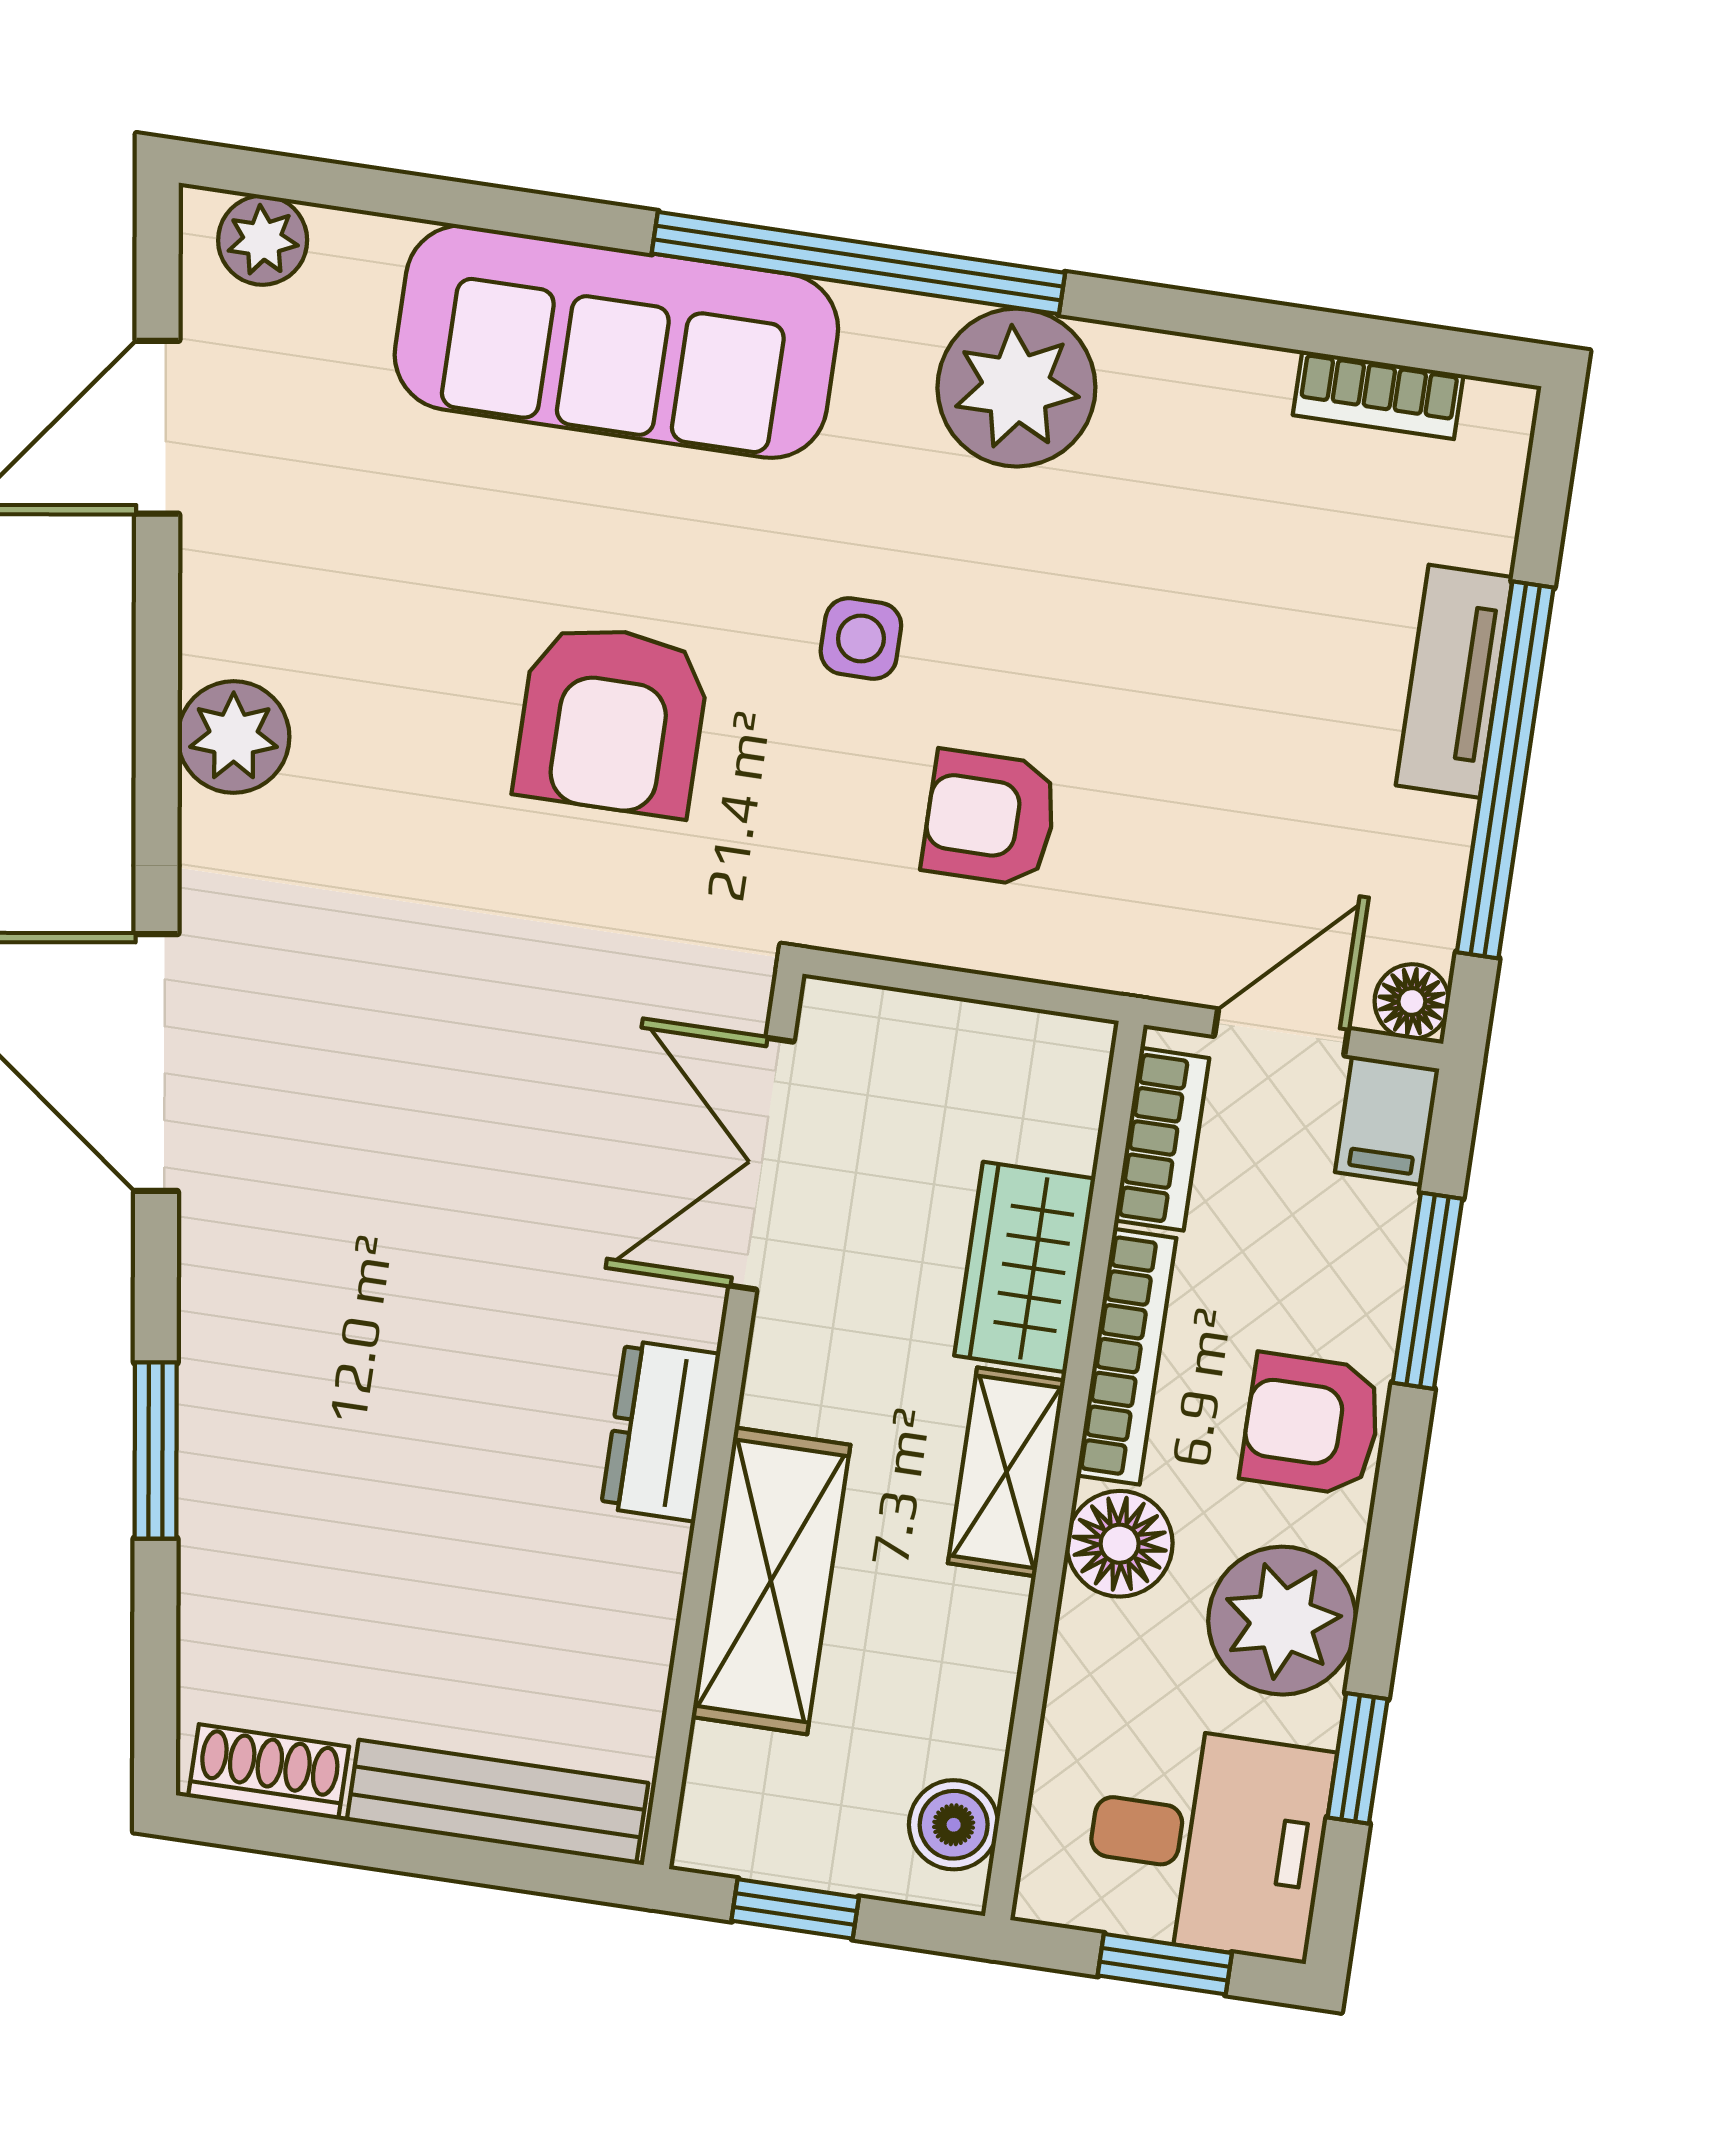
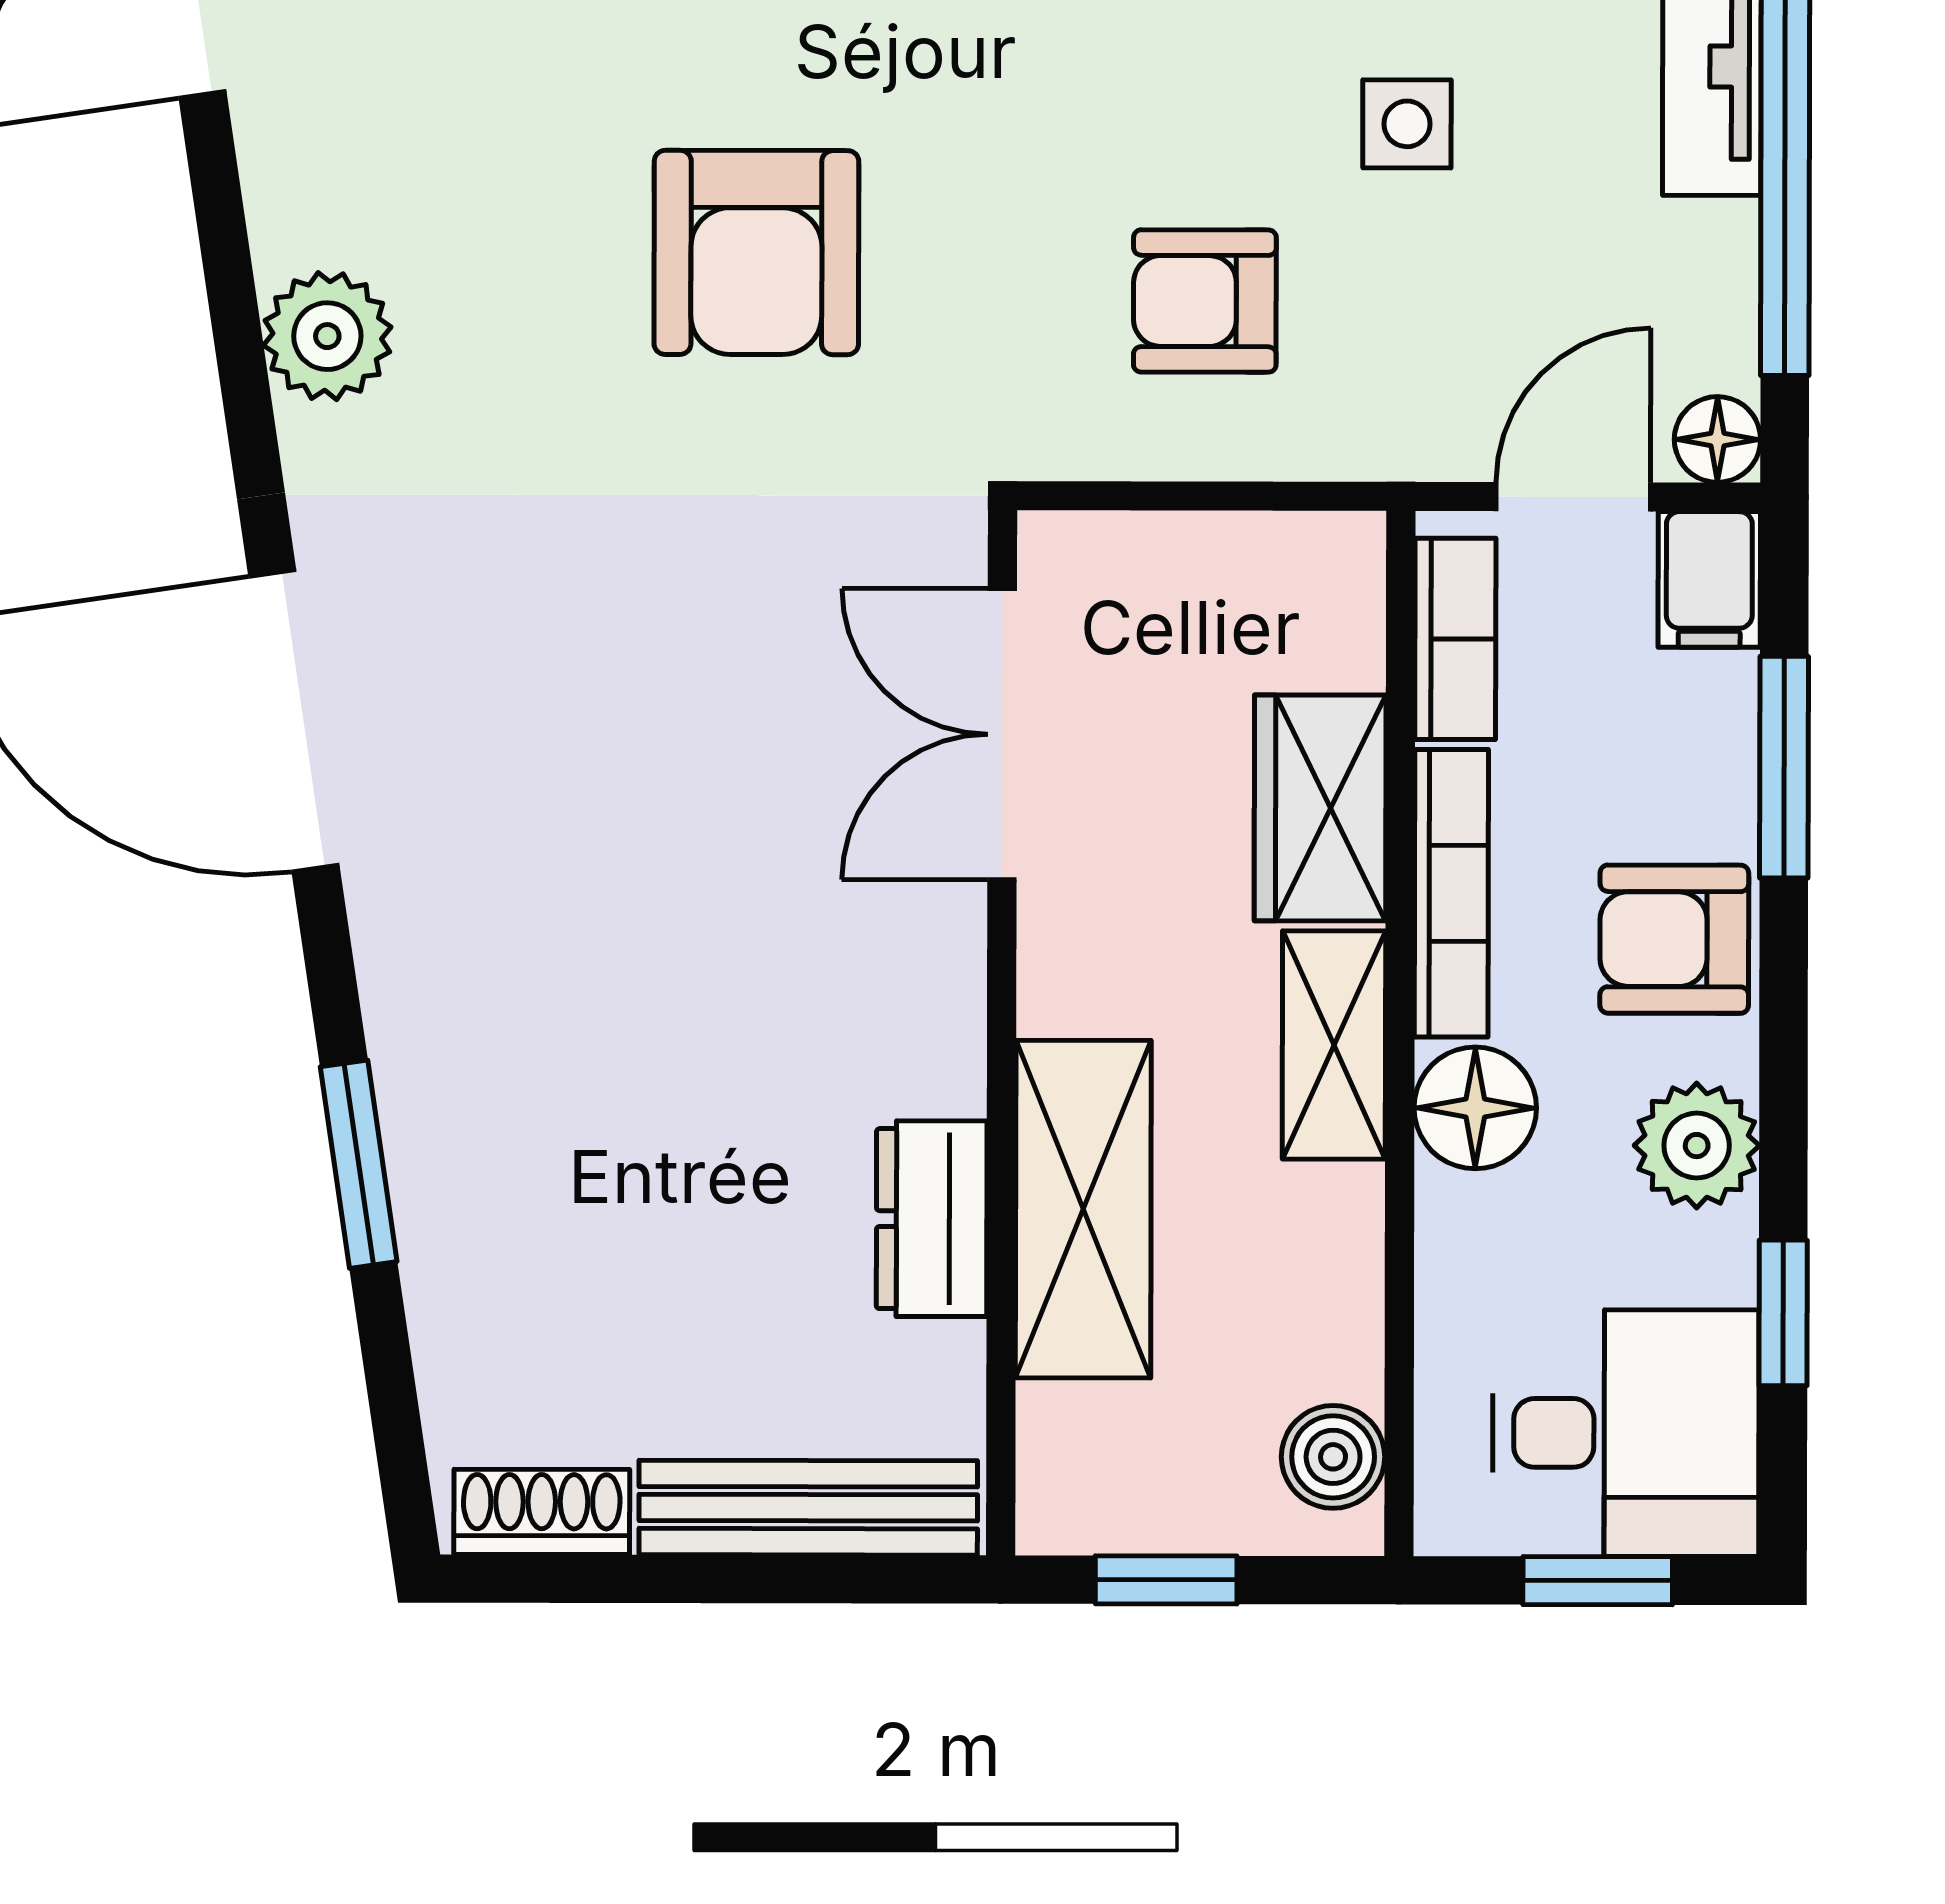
side table: (861, 638) -> (1407, 124), moved
dresser: (661, 1431) -> (932, 1219), moved
plant: (1282, 1621) -> (1697, 1146), width x0.73, depth x0.73

